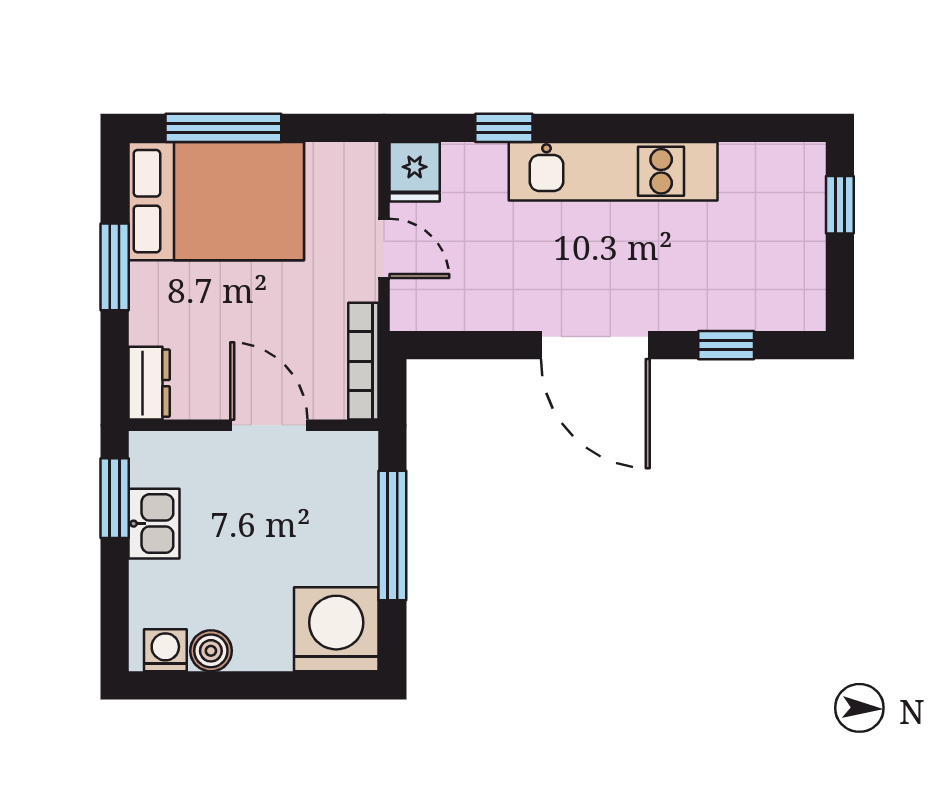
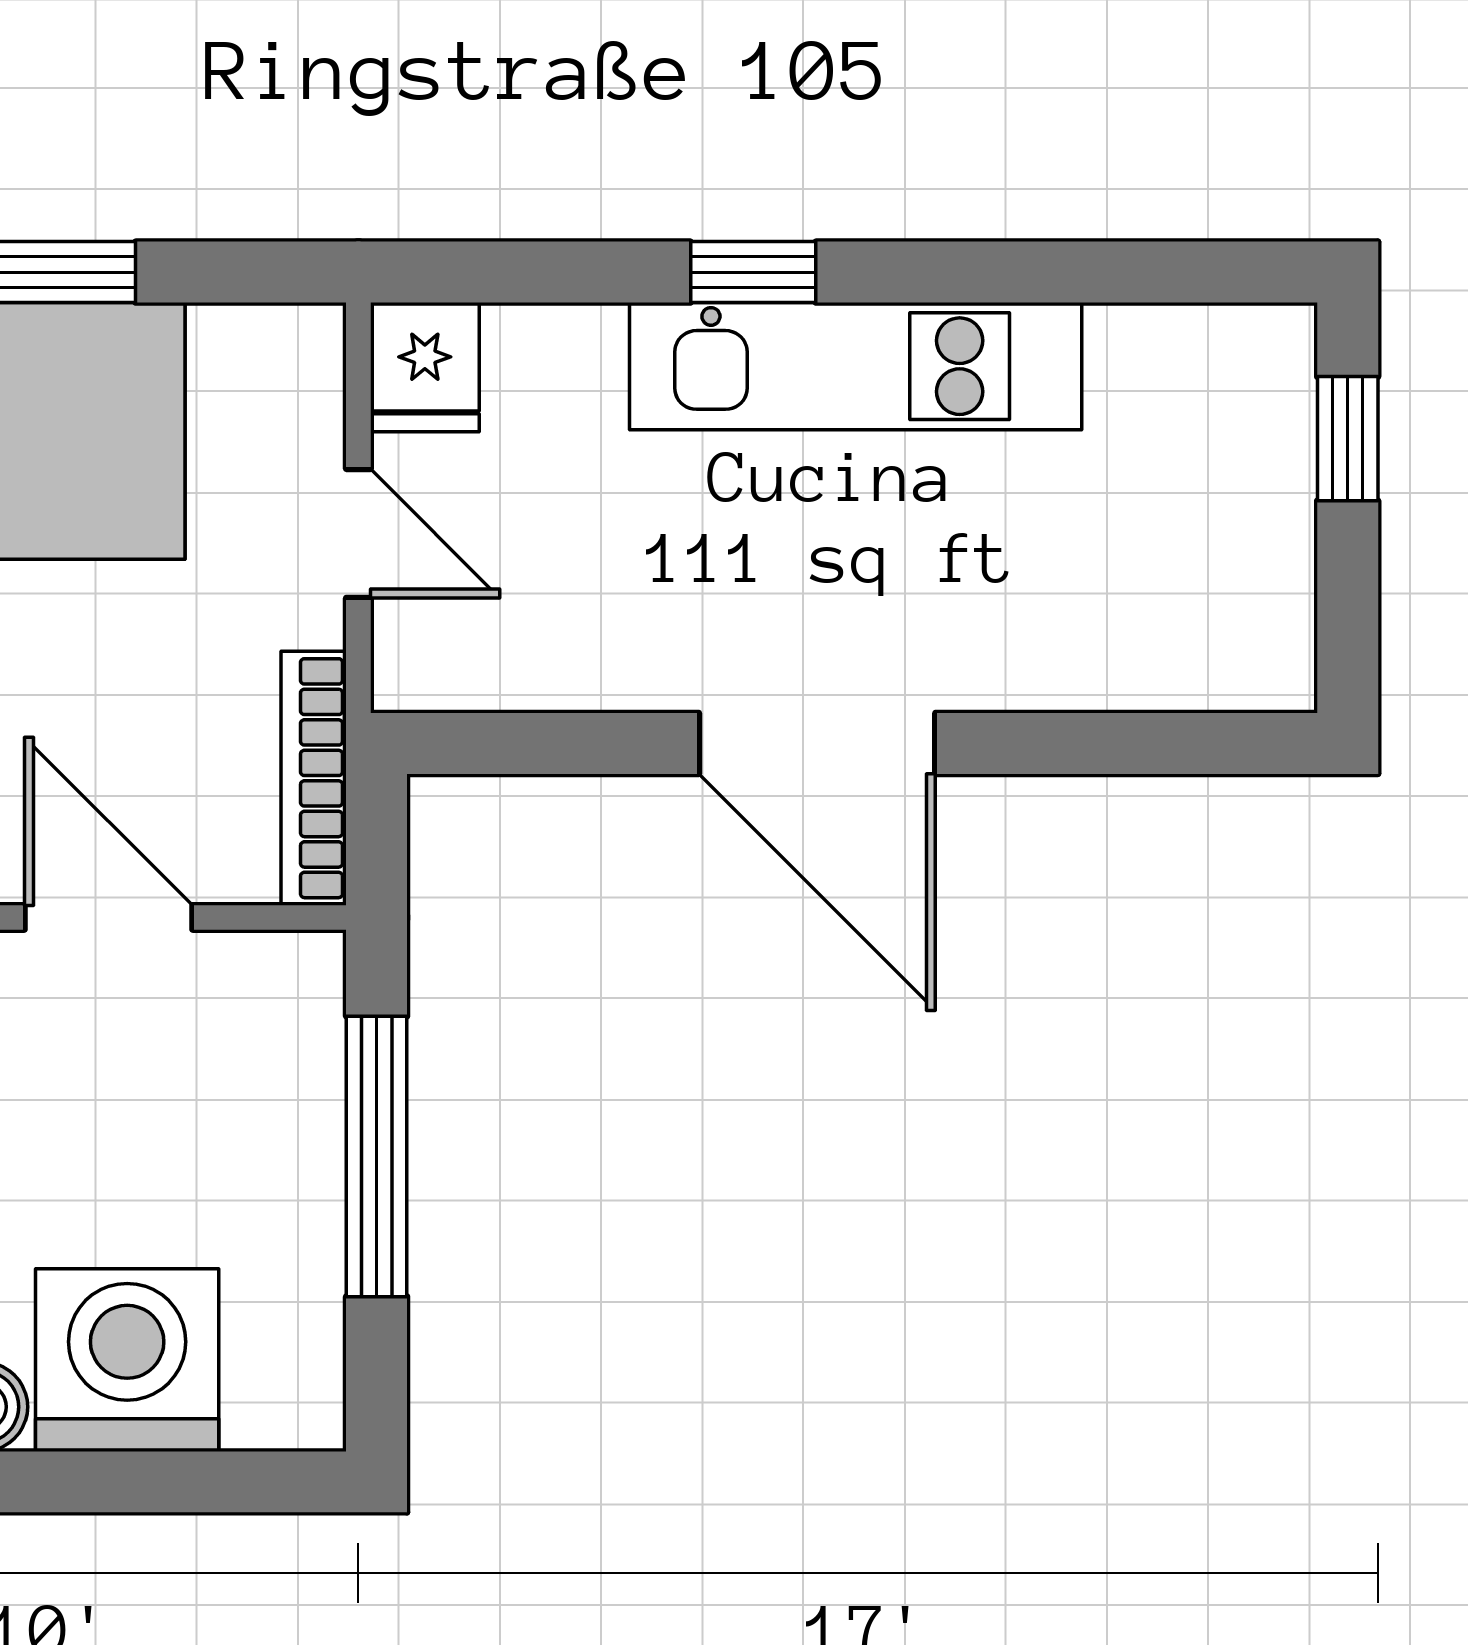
window: (504, 128) -> (753, 272), moved
window: (726, 345) -> (1101, 743), removed
washing machine: (336, 629) -> (127, 1360), moved

